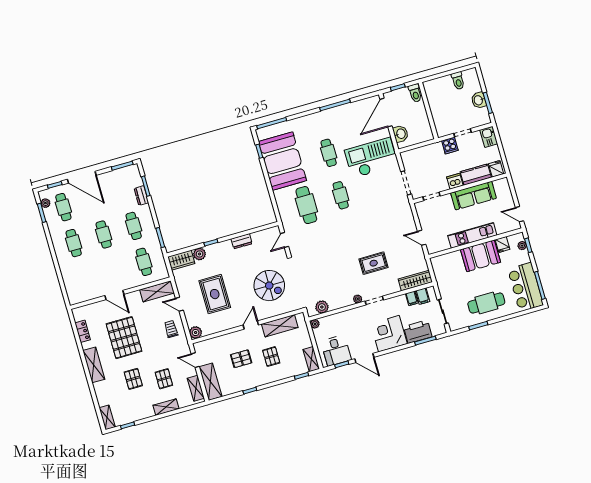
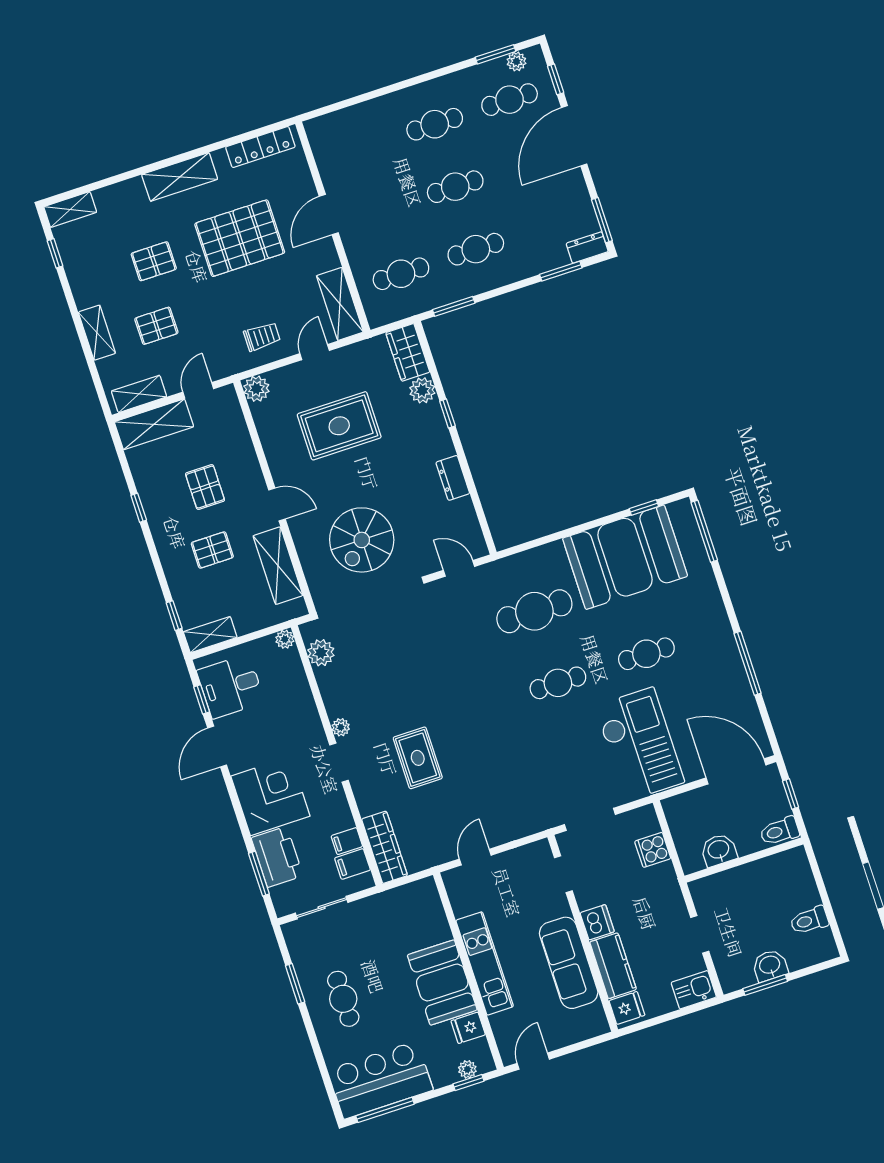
washbasin: (401, 134) -> (719, 850), moved, turned 180
cooker: (450, 146) -> (653, 850), moved
dresser: (141, 196) -> (587, 247), moved
cafe table: (486, 303) -> (343, 999), width x0.73, depth x0.74
locker: (83, 331) -> (260, 147), width x1.53

